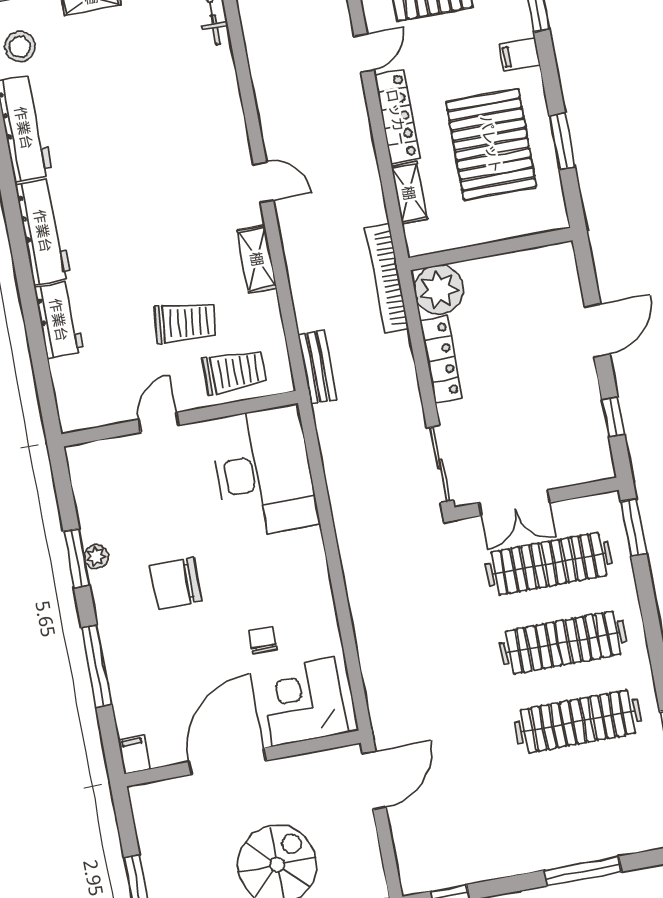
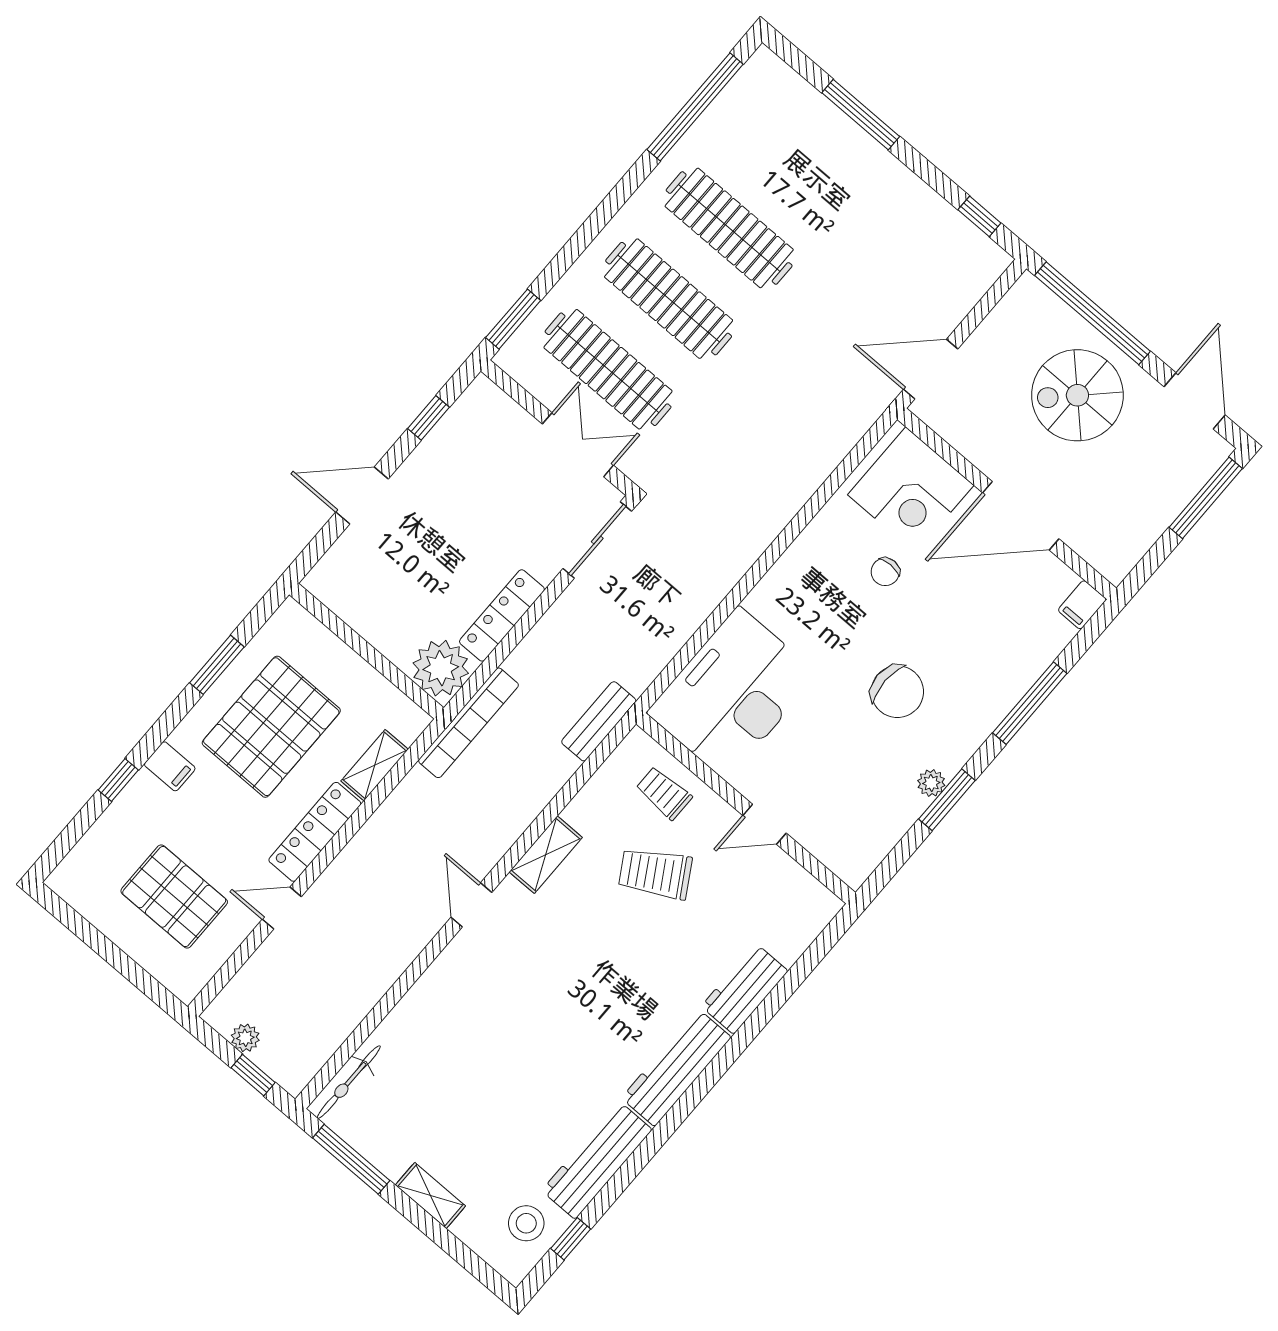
trolley: (185, 323) -> (655, 873), turned -37
trolley: (234, 372) -> (664, 793), width x0.73, depth x0.72

